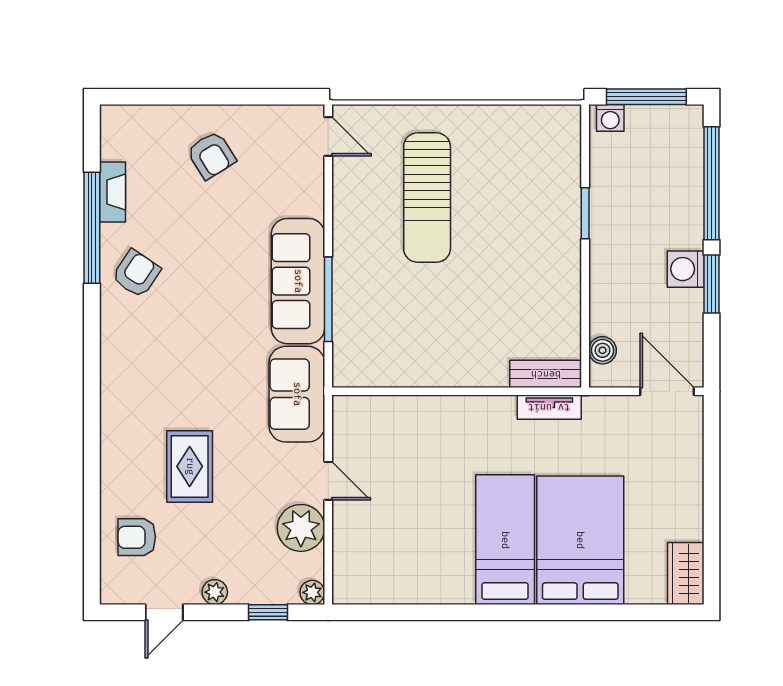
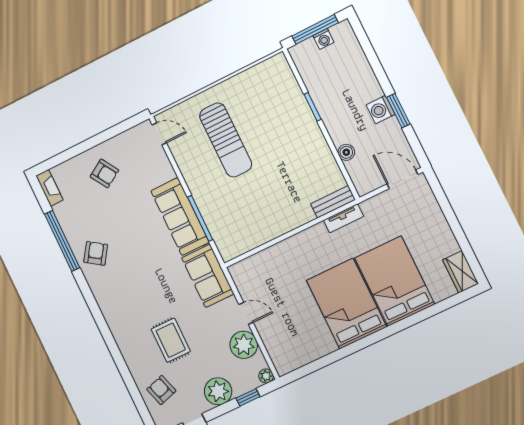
washing machine: (610, 118) -> (323, 39), moved
window: (711, 183) -> (372, 57), removed
fireplace: (112, 192) -> (49, 188), moved
boiler: (603, 350) -> (346, 152), moved
armchair: (137, 537) -> (161, 390), turned 73
bed: (505, 540) -> (346, 304), width x1.50
plant: (215, 592) -> (218, 391), width x1.87, depth x1.87

